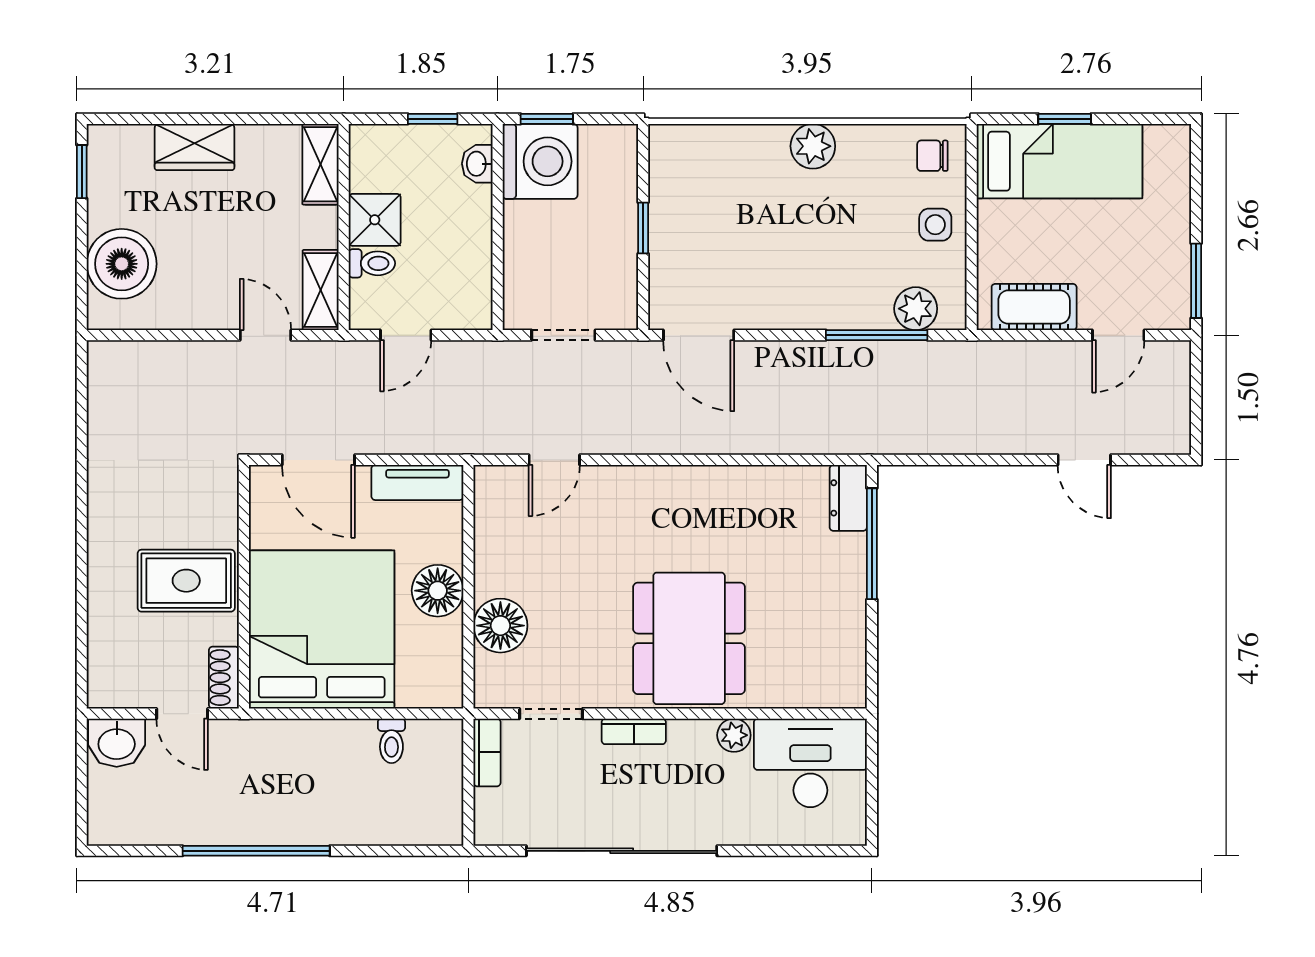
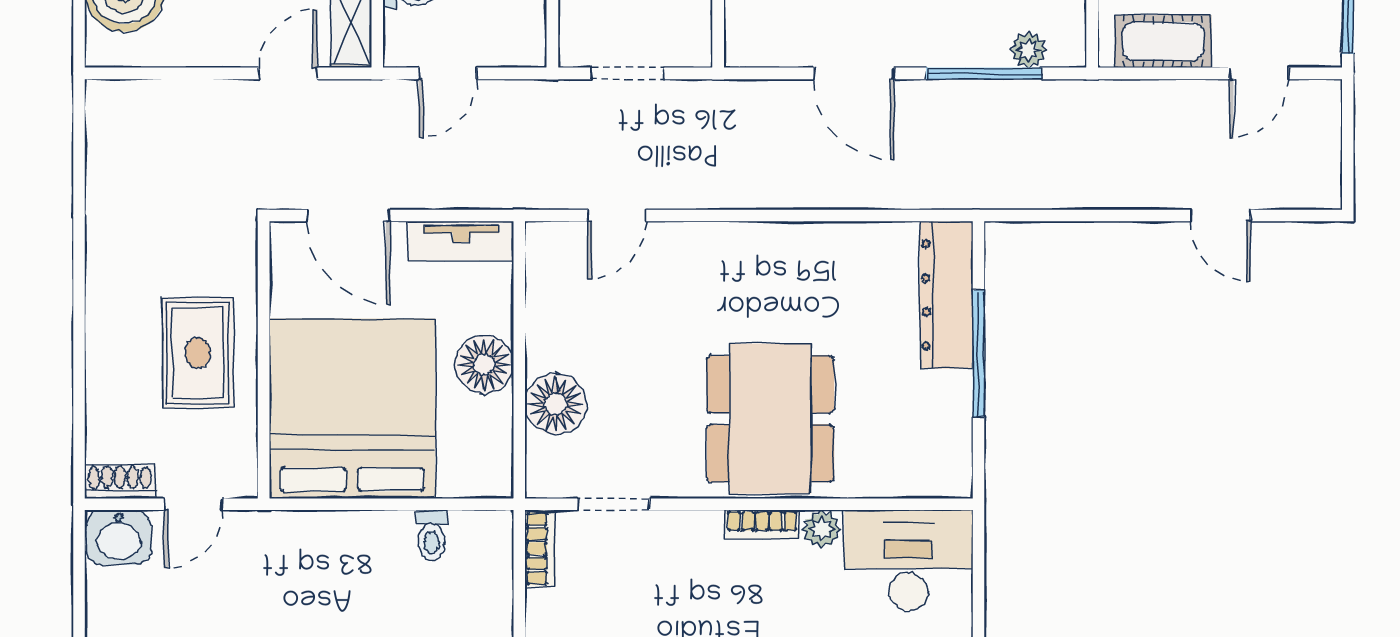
plant: (916, 309) -> (1028, 50), width x0.73, depth x0.73
door: (266, 335) -> (288, 73), hinge flipped
door: (699, 335) -> (854, 73), moved
dresser: (848, 498) -> (947, 295), width x1.96, depth x1.24
window: (872, 544) -> (979, 354), moved
rug: (186, 581) -> (198, 353), turned 90
shoe rack: (224, 678) -> (120, 481), moved, turned 90
door: (182, 714) -> (193, 504), hinge flipped
bookcase: (634, 731) -> (762, 525), moved

